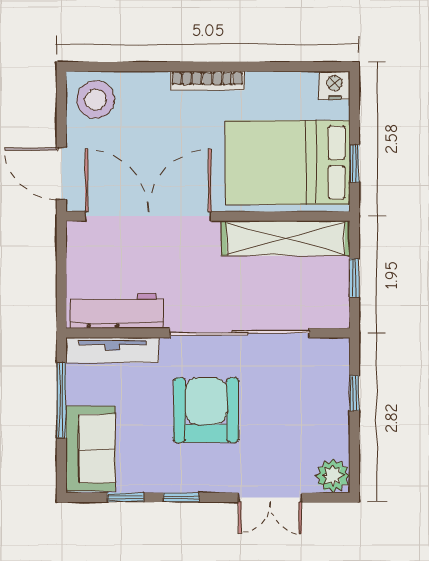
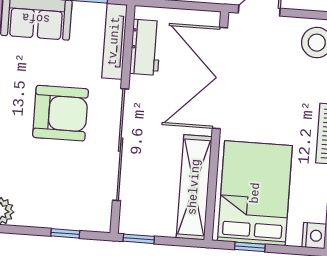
double door: (148, 216) -> (220, 78), swing flipped
window: (354, 278) -> (139, 239), moved
workbench: (117, 311) -> (146, 47), width x0.73

